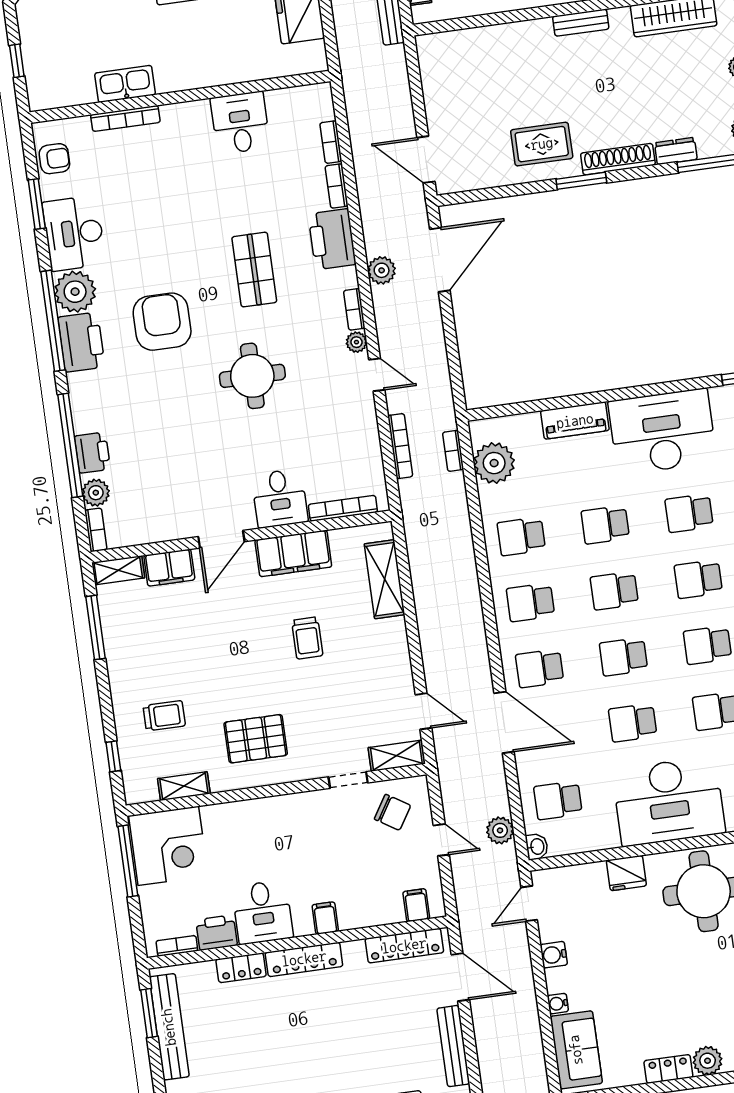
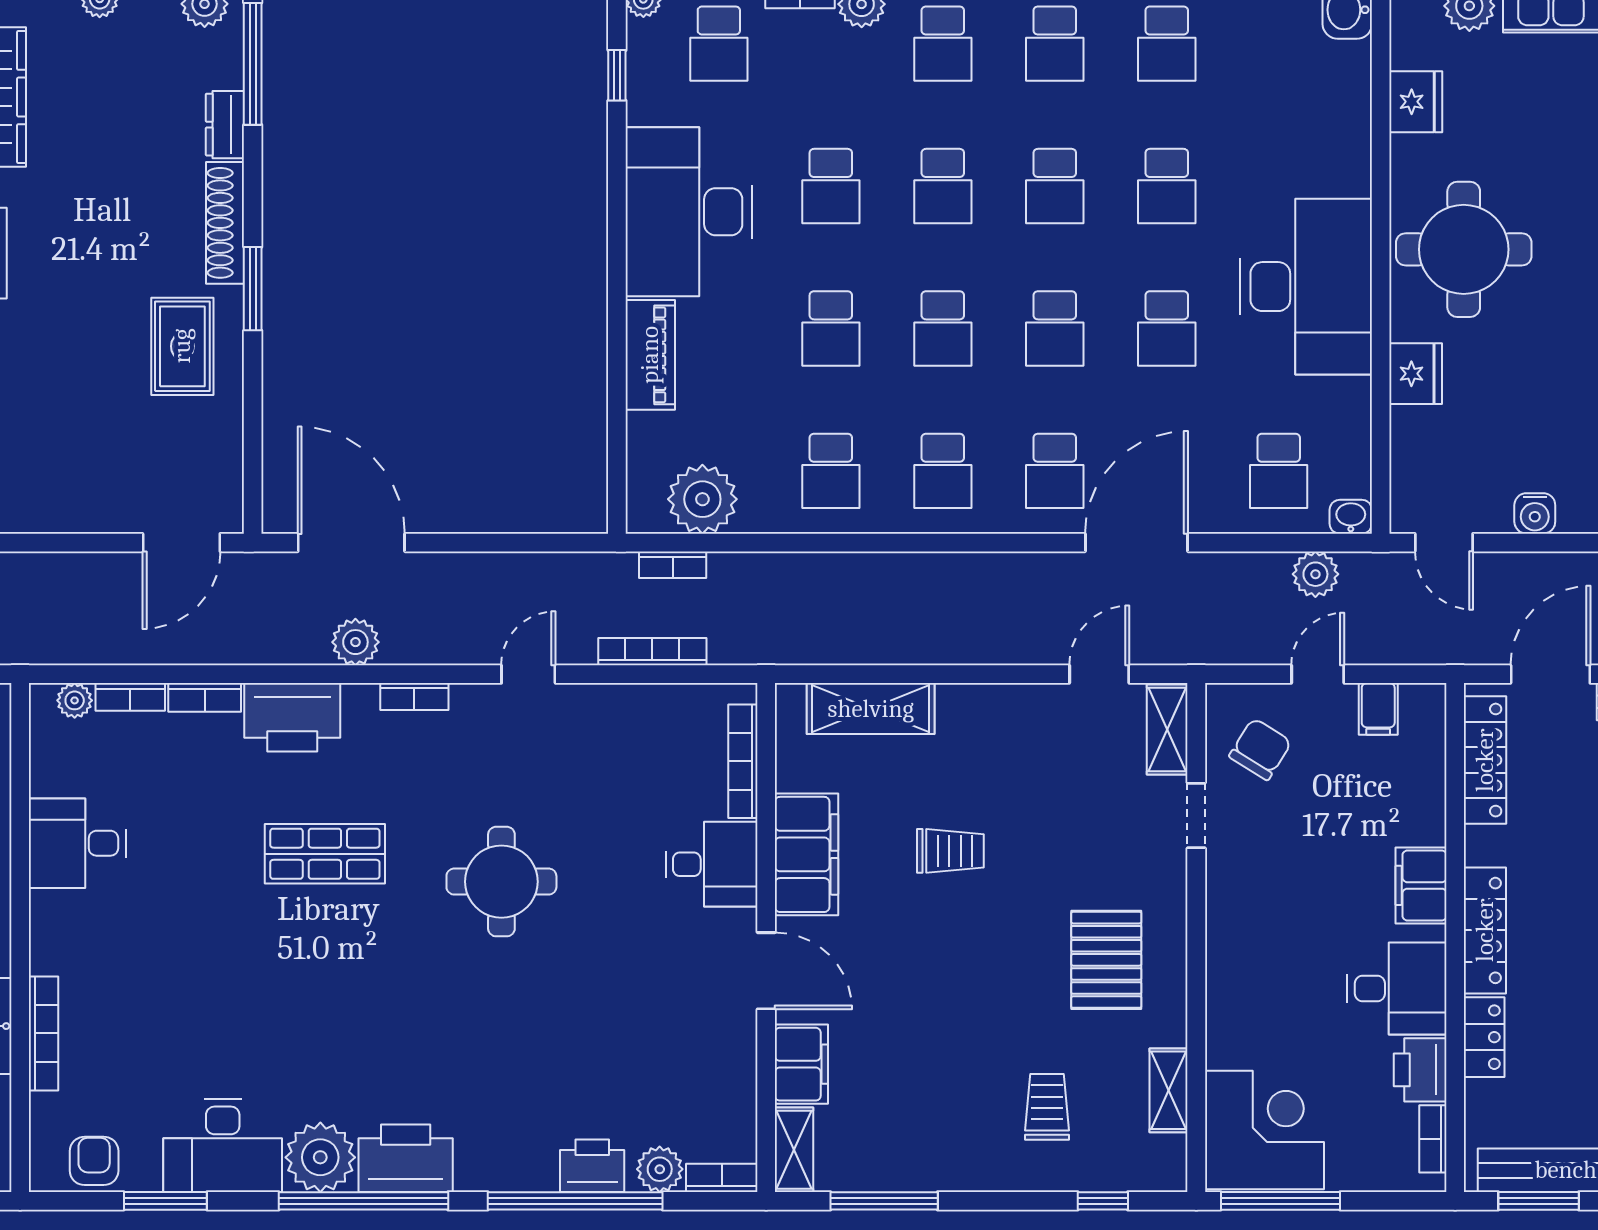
armchair: (162, 322) -> (390, 1019), removed
plant: (356, 342) -> (75, 700), moved
filing cabinet: (416, 905) -> (1378, 709), moved, turned -90
filing cabinet: (325, 918) -> (1421, 885), width x2.00

